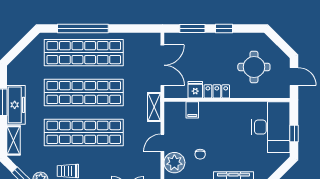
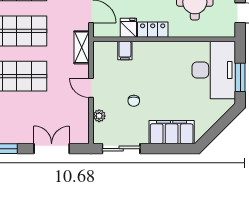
window: (294, 134) -> (240, 77), width x1.50
door: (162, 143) -> (91, 88), hinge flipped
plant: (174, 163) -> (99, 116), width x0.53, depth x0.53

